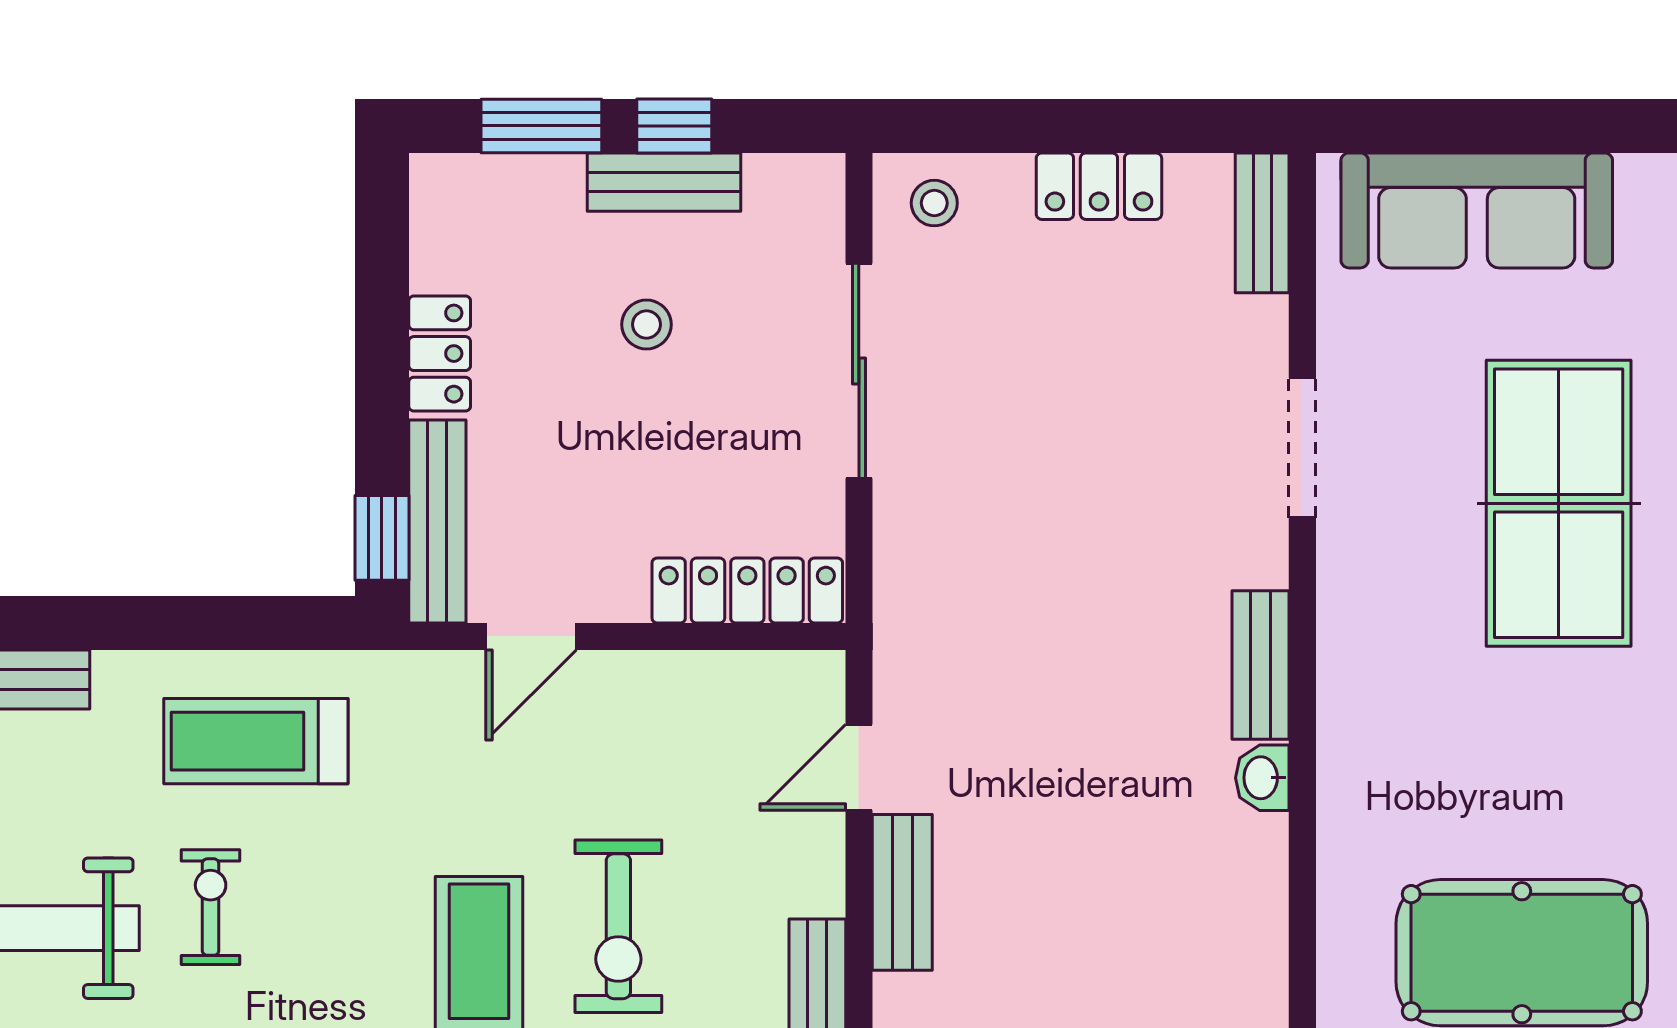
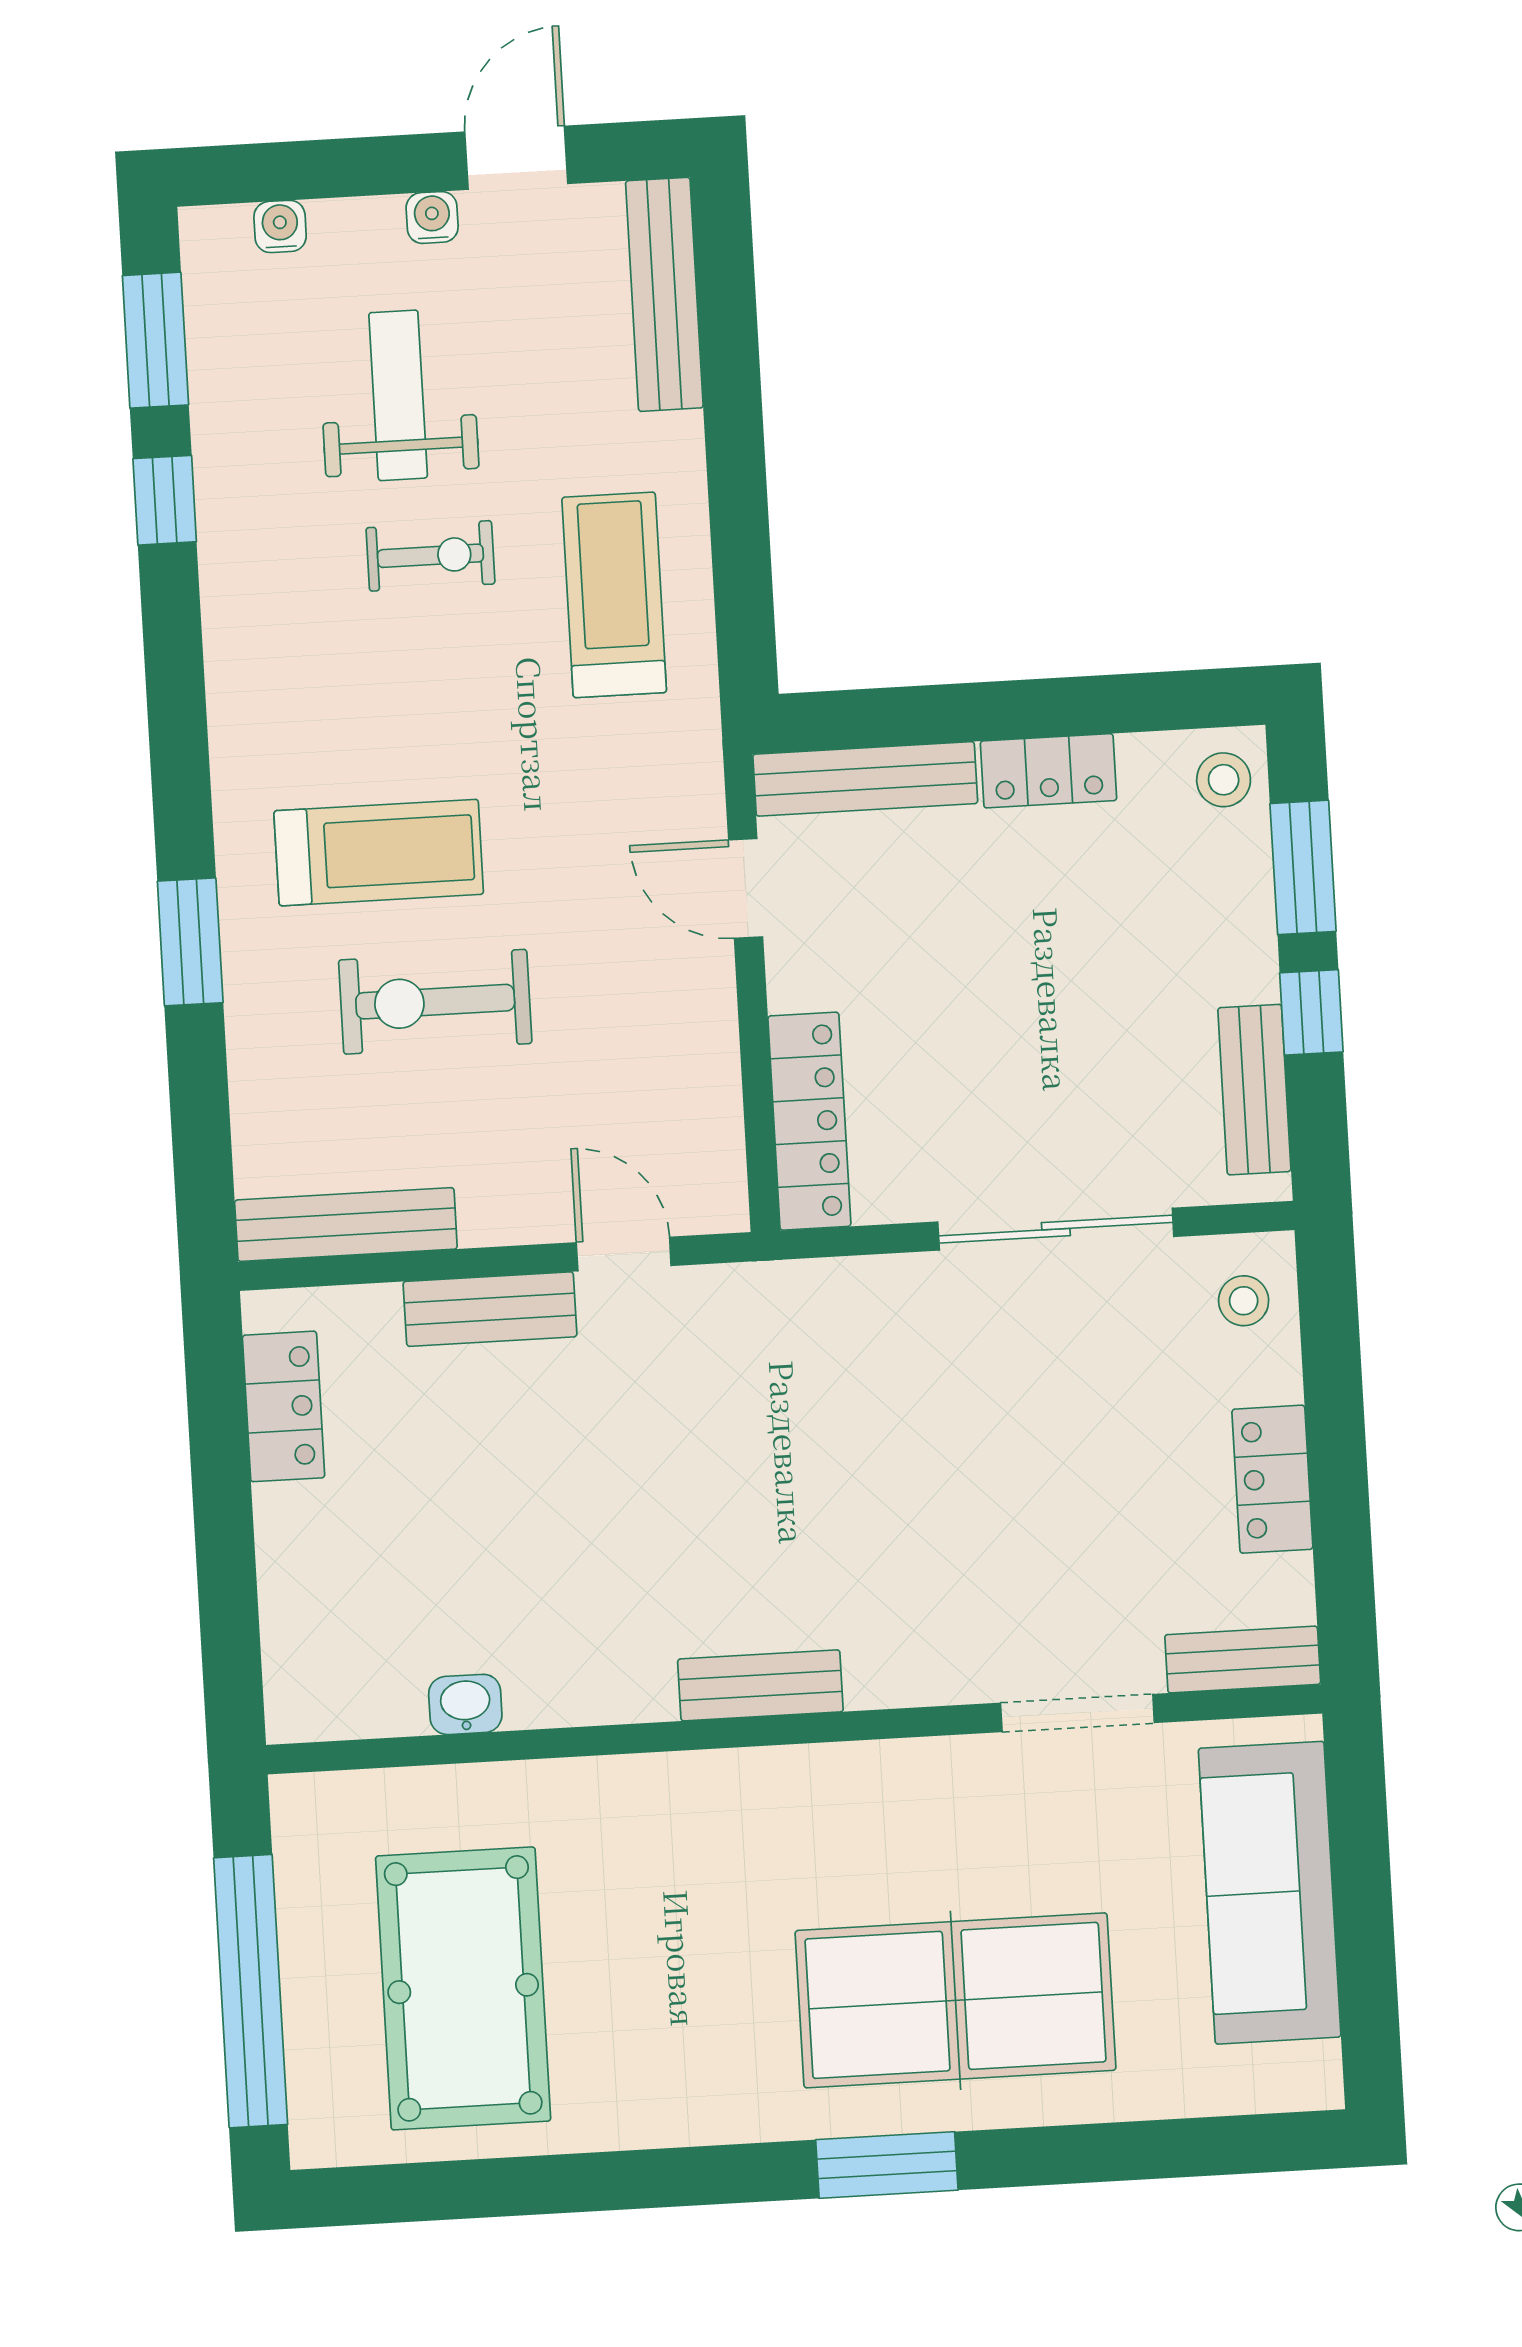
bench: (664, 182) -> (1254, 1090), moved
stool: (646, 324) -> (1224, 780), moved
doorway: (1302, 448) -> (1077, 1713), moved
window: (382, 538) -> (844, 720), removed
washbasin: (1262, 778) -> (465, 1704), moved

